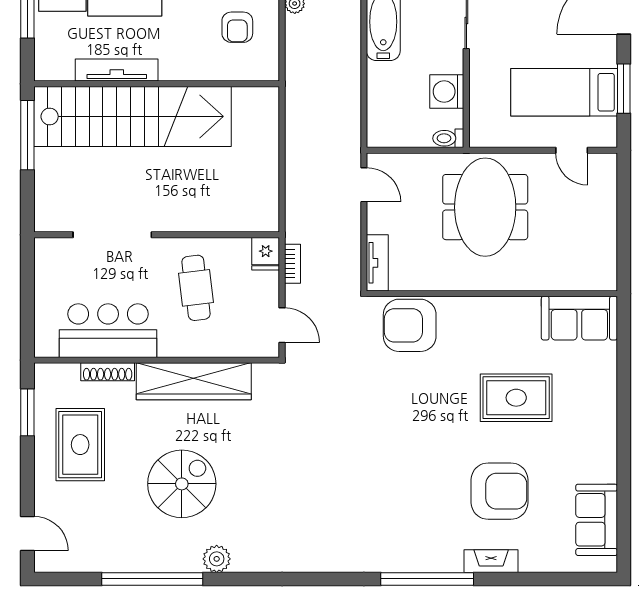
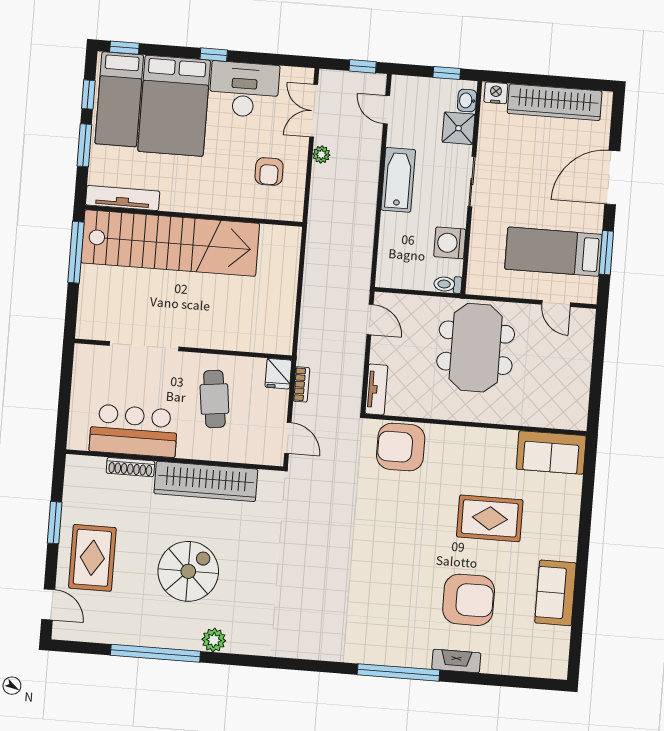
tv unit: (117, 70) -> (123, 198), moved
window: (27, 412) -> (55, 523), moved
rug: (80, 445) -> (92, 558), moved
sofa: (597, 520) -> (555, 593), moved

